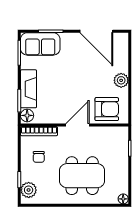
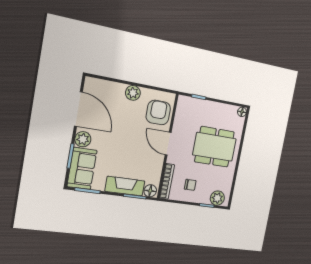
door: (96, 31) -> (78, 109), hinge flipped
plant: (69, 40) -> (83, 139), added
dining table: (82, 176) -> (215, 147), turned 90

